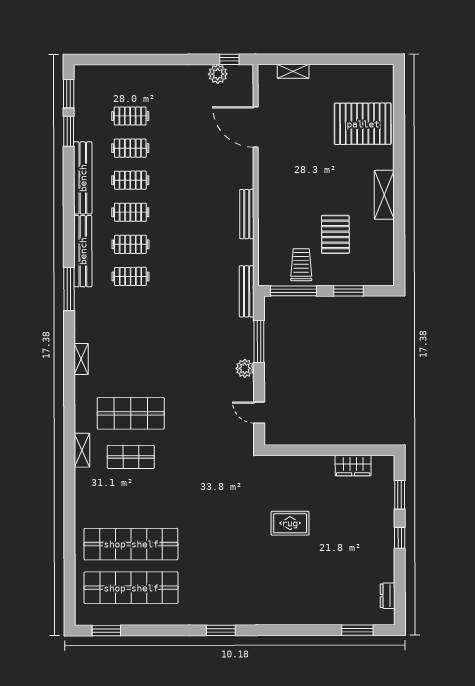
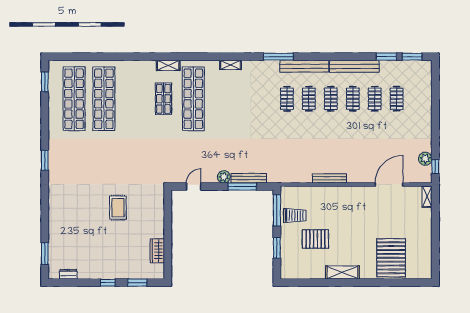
shelving: (293, 71) -> (427, 197), moved
bench: (247, 291) -> (249, 178), moved
shop shelf: (131, 413) -> (193, 99), width x1.40

